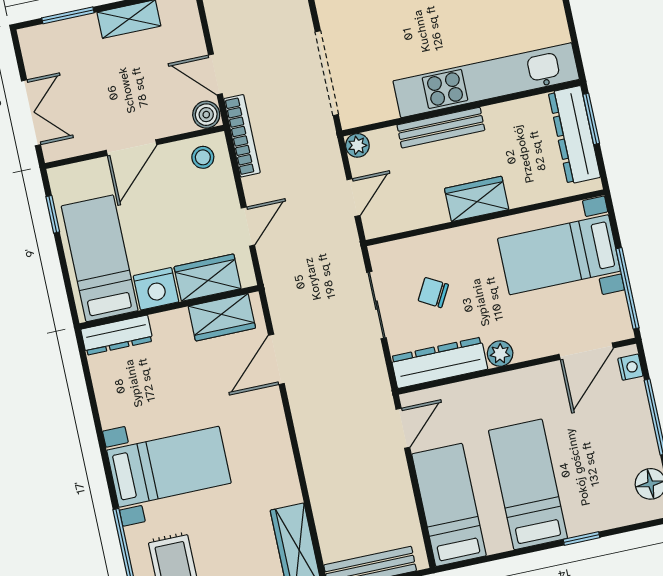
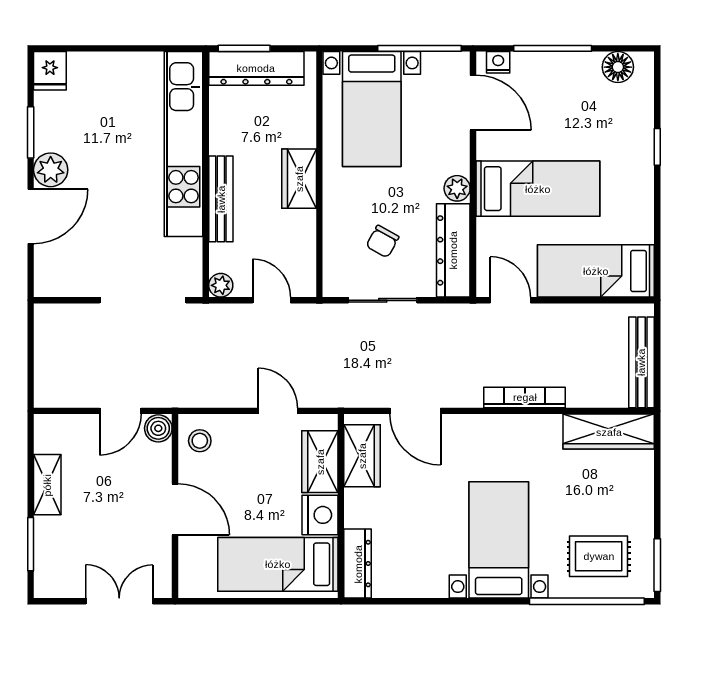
bookcase: (242, 136) -> (525, 397), moved
window: (53, 214) -> (224, 601), removed
bed: (528, 484) -> (538, 189), moved, turned 180

